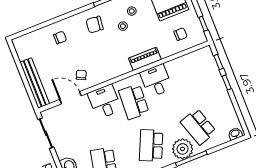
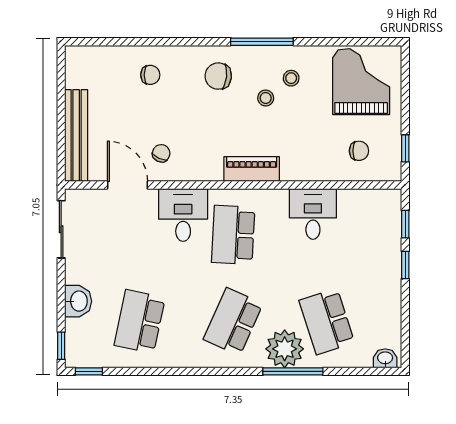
piano: (145, 59) -> (252, 169), moved
desk: (156, 81) -> (313, 214), moved

